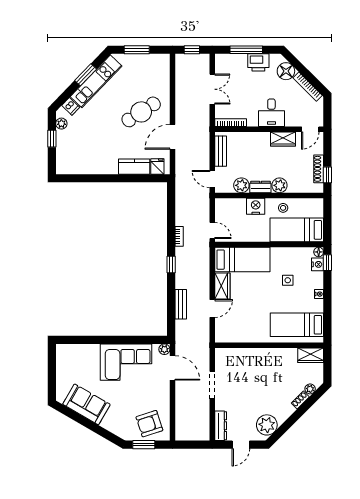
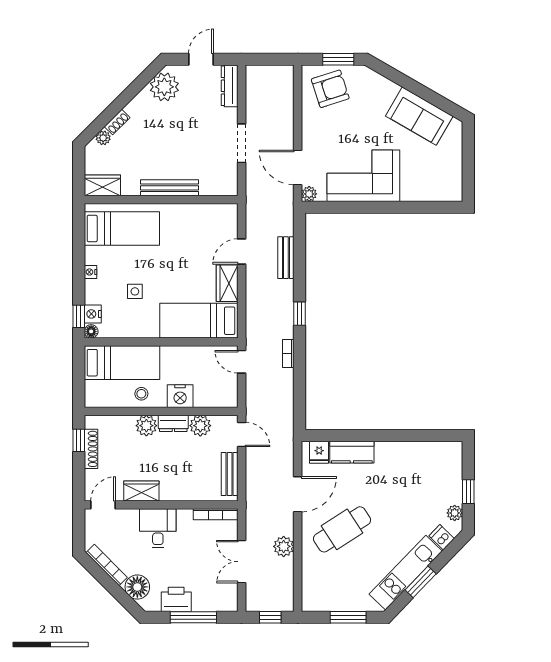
plant: (182, 100) -> (284, 546), added
bench: (263, 354) -> (170, 188), added

